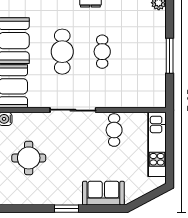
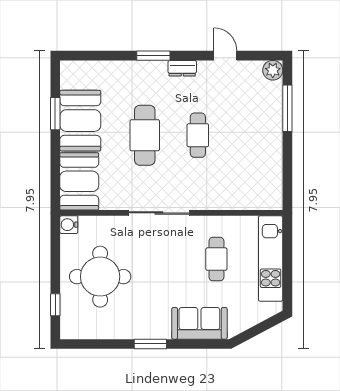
window: (170, 56) -> (287, 108), moved
cafe table: (114, 130) -> (216, 259), moved
round table: (29, 158) -> (100, 277), width x1.36, depth x1.36

